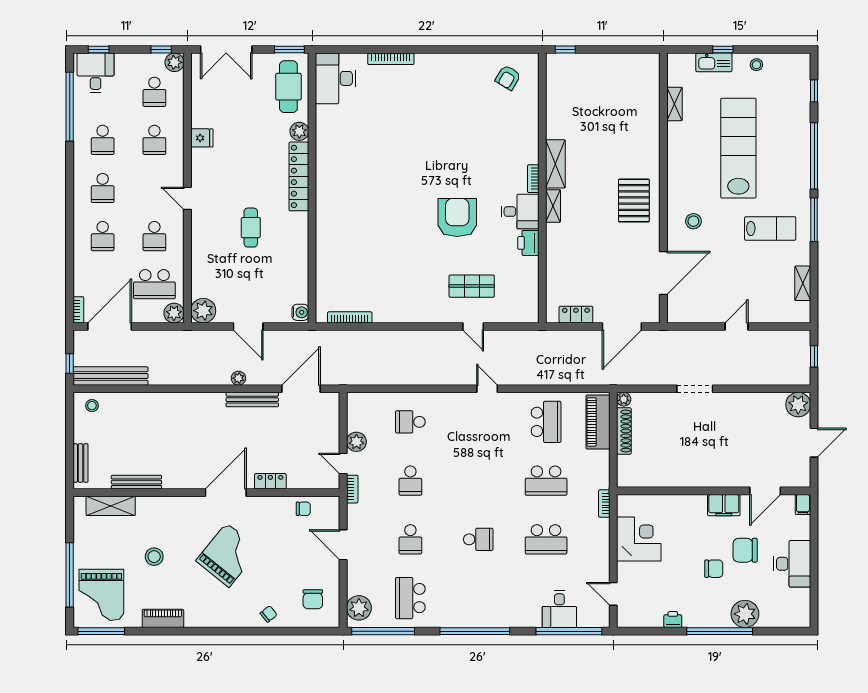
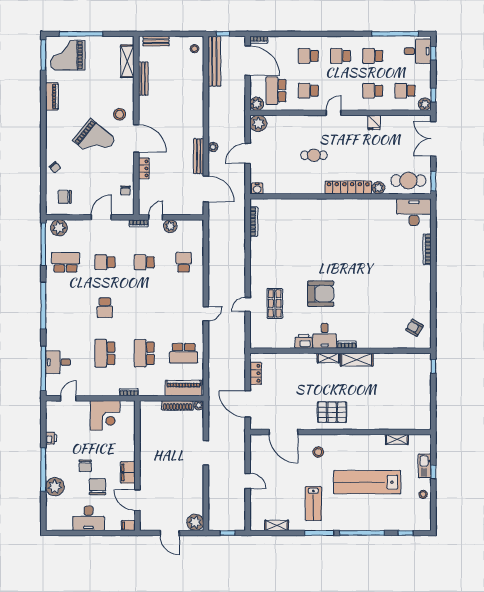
lab bench: (738, 148) -> (367, 482), turned 180
stool: (154, 557) -> (120, 114), moved

